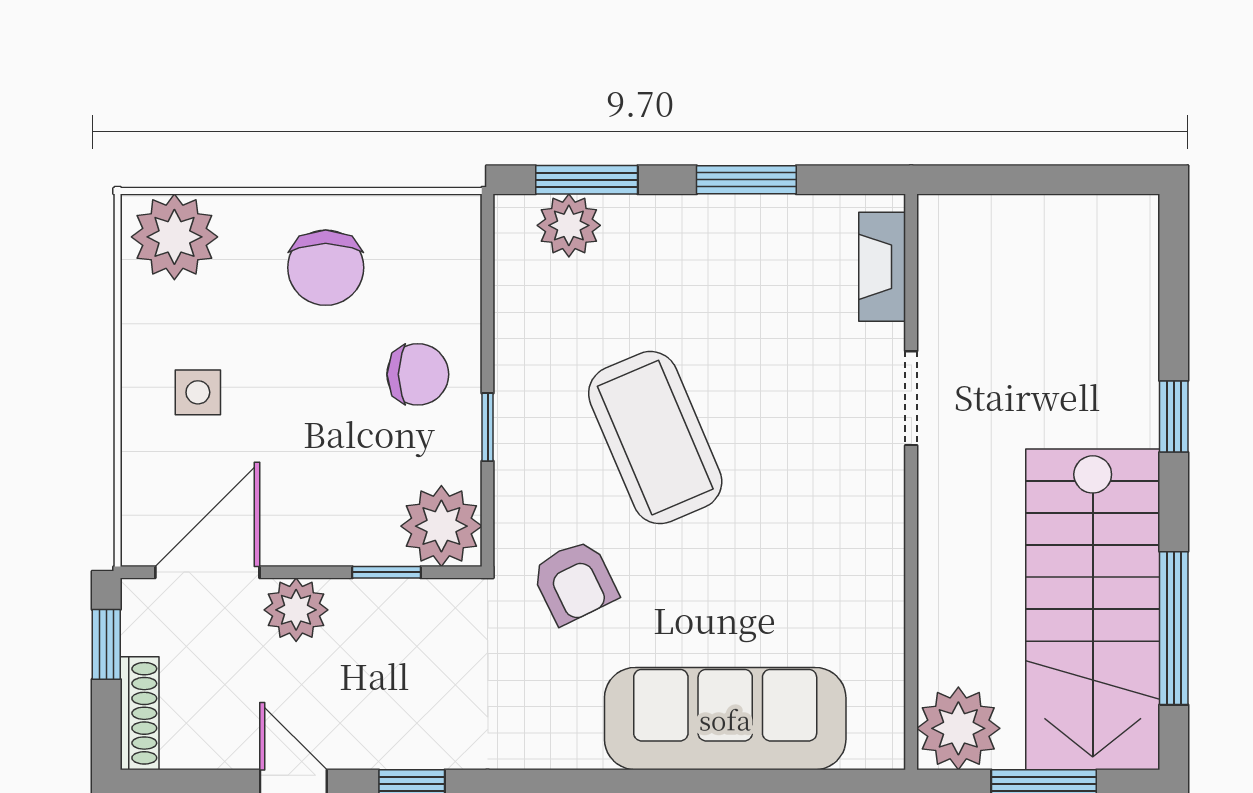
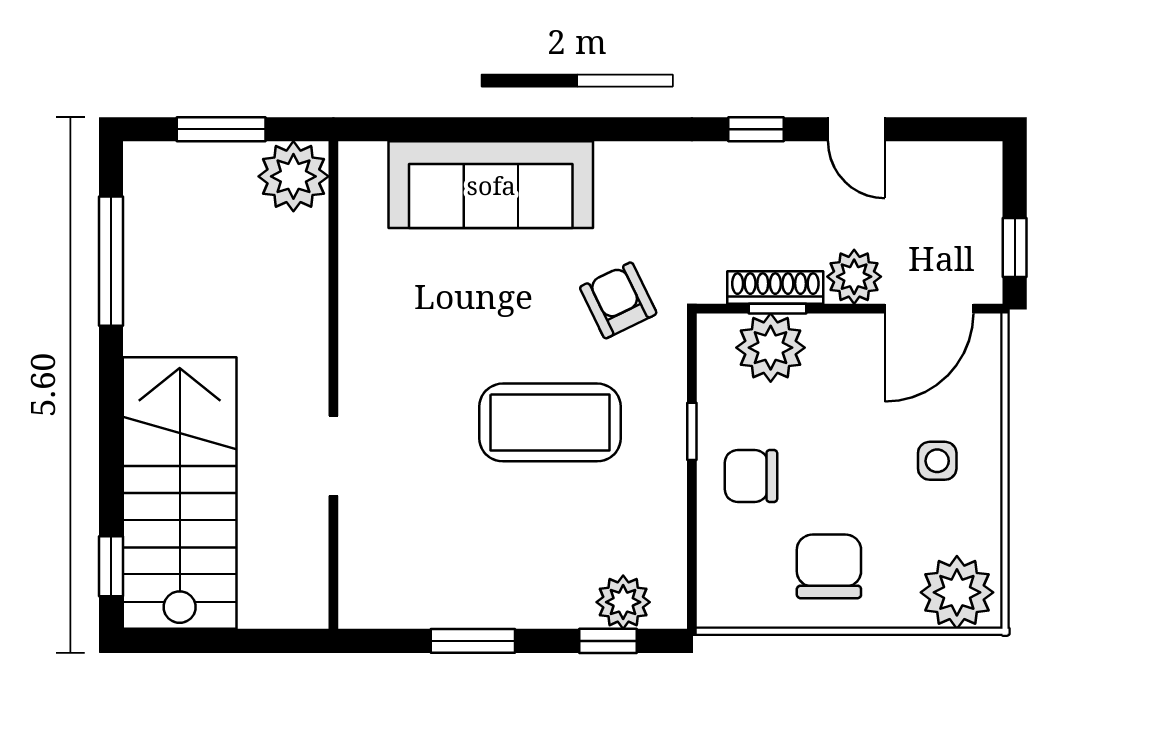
window: (587, 180) -> (608, 641), width x0.67
fireplace: (882, 267) -> (358, 567), removed
window: (1174, 417) -> (111, 566), moved
coffee table: (655, 438) -> (550, 422), turned -67
plant: (441, 526) -> (771, 348), moved
stairs: (1093, 609) -> (180, 493), moved
shoe rack: (140, 713) -> (775, 287), moved, turned 90

